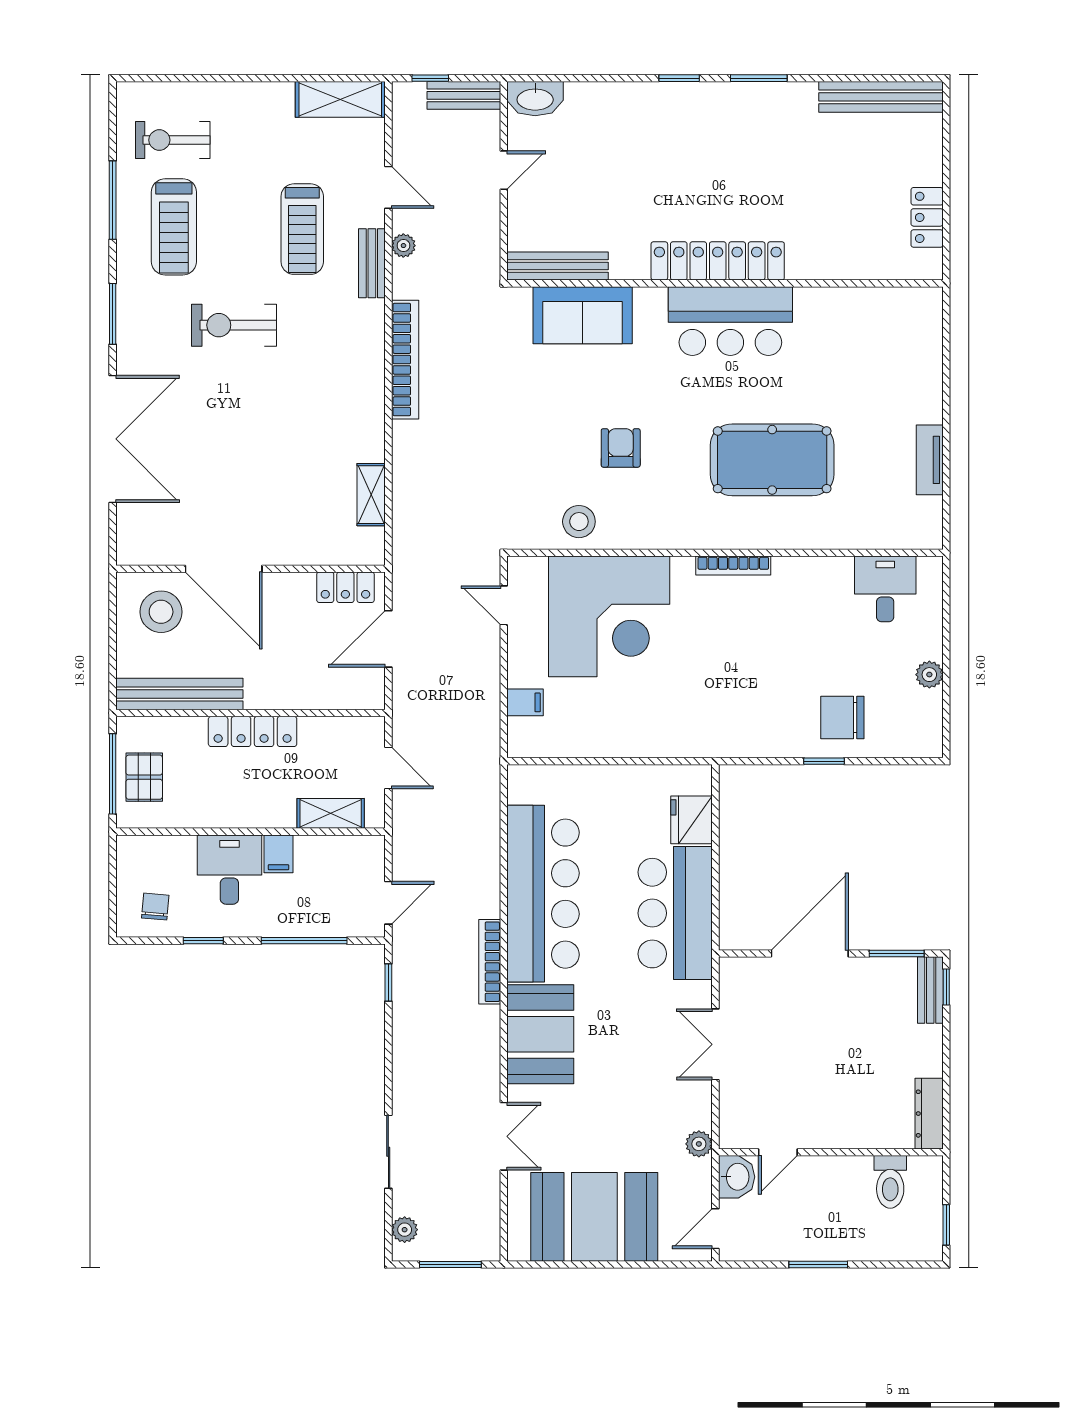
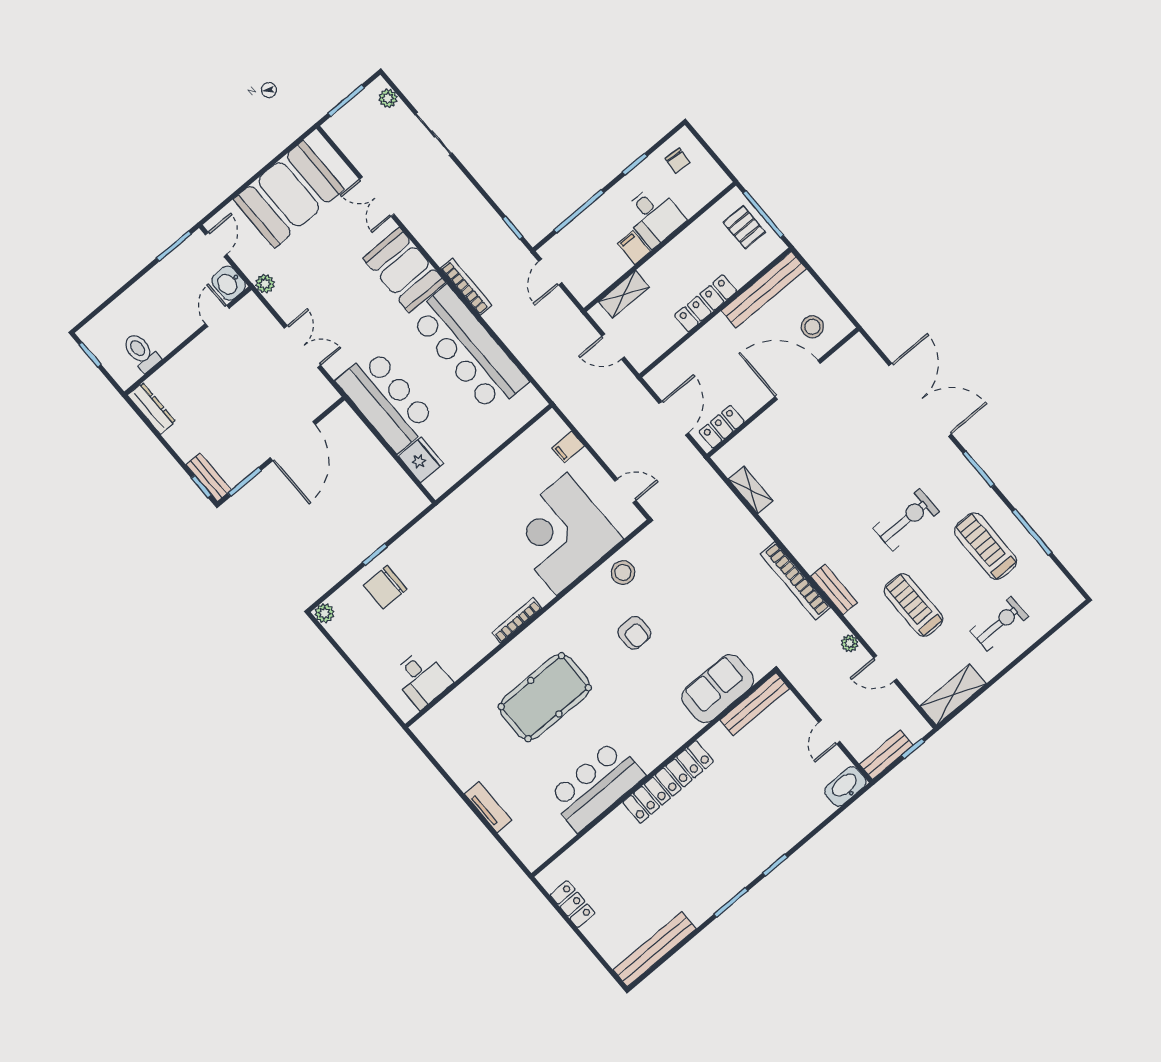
exercise bike: (173, 140) -> (999, 624), moved
bench: (372, 263) -> (834, 590), moved
bar counter: (730, 321) -> (596, 786), moved
double door: (113, 439) -> (920, 400), swing flipped
tv unit: (930, 460) -> (488, 807), moved
stool: (161, 612) -> (812, 327), width x0.73, depth x0.73
plant: (929, 675) -> (324, 613), moved
chair: (842, 718) -> (385, 587), turned 180
window: (818, 1265) -> (174, 246), moved

